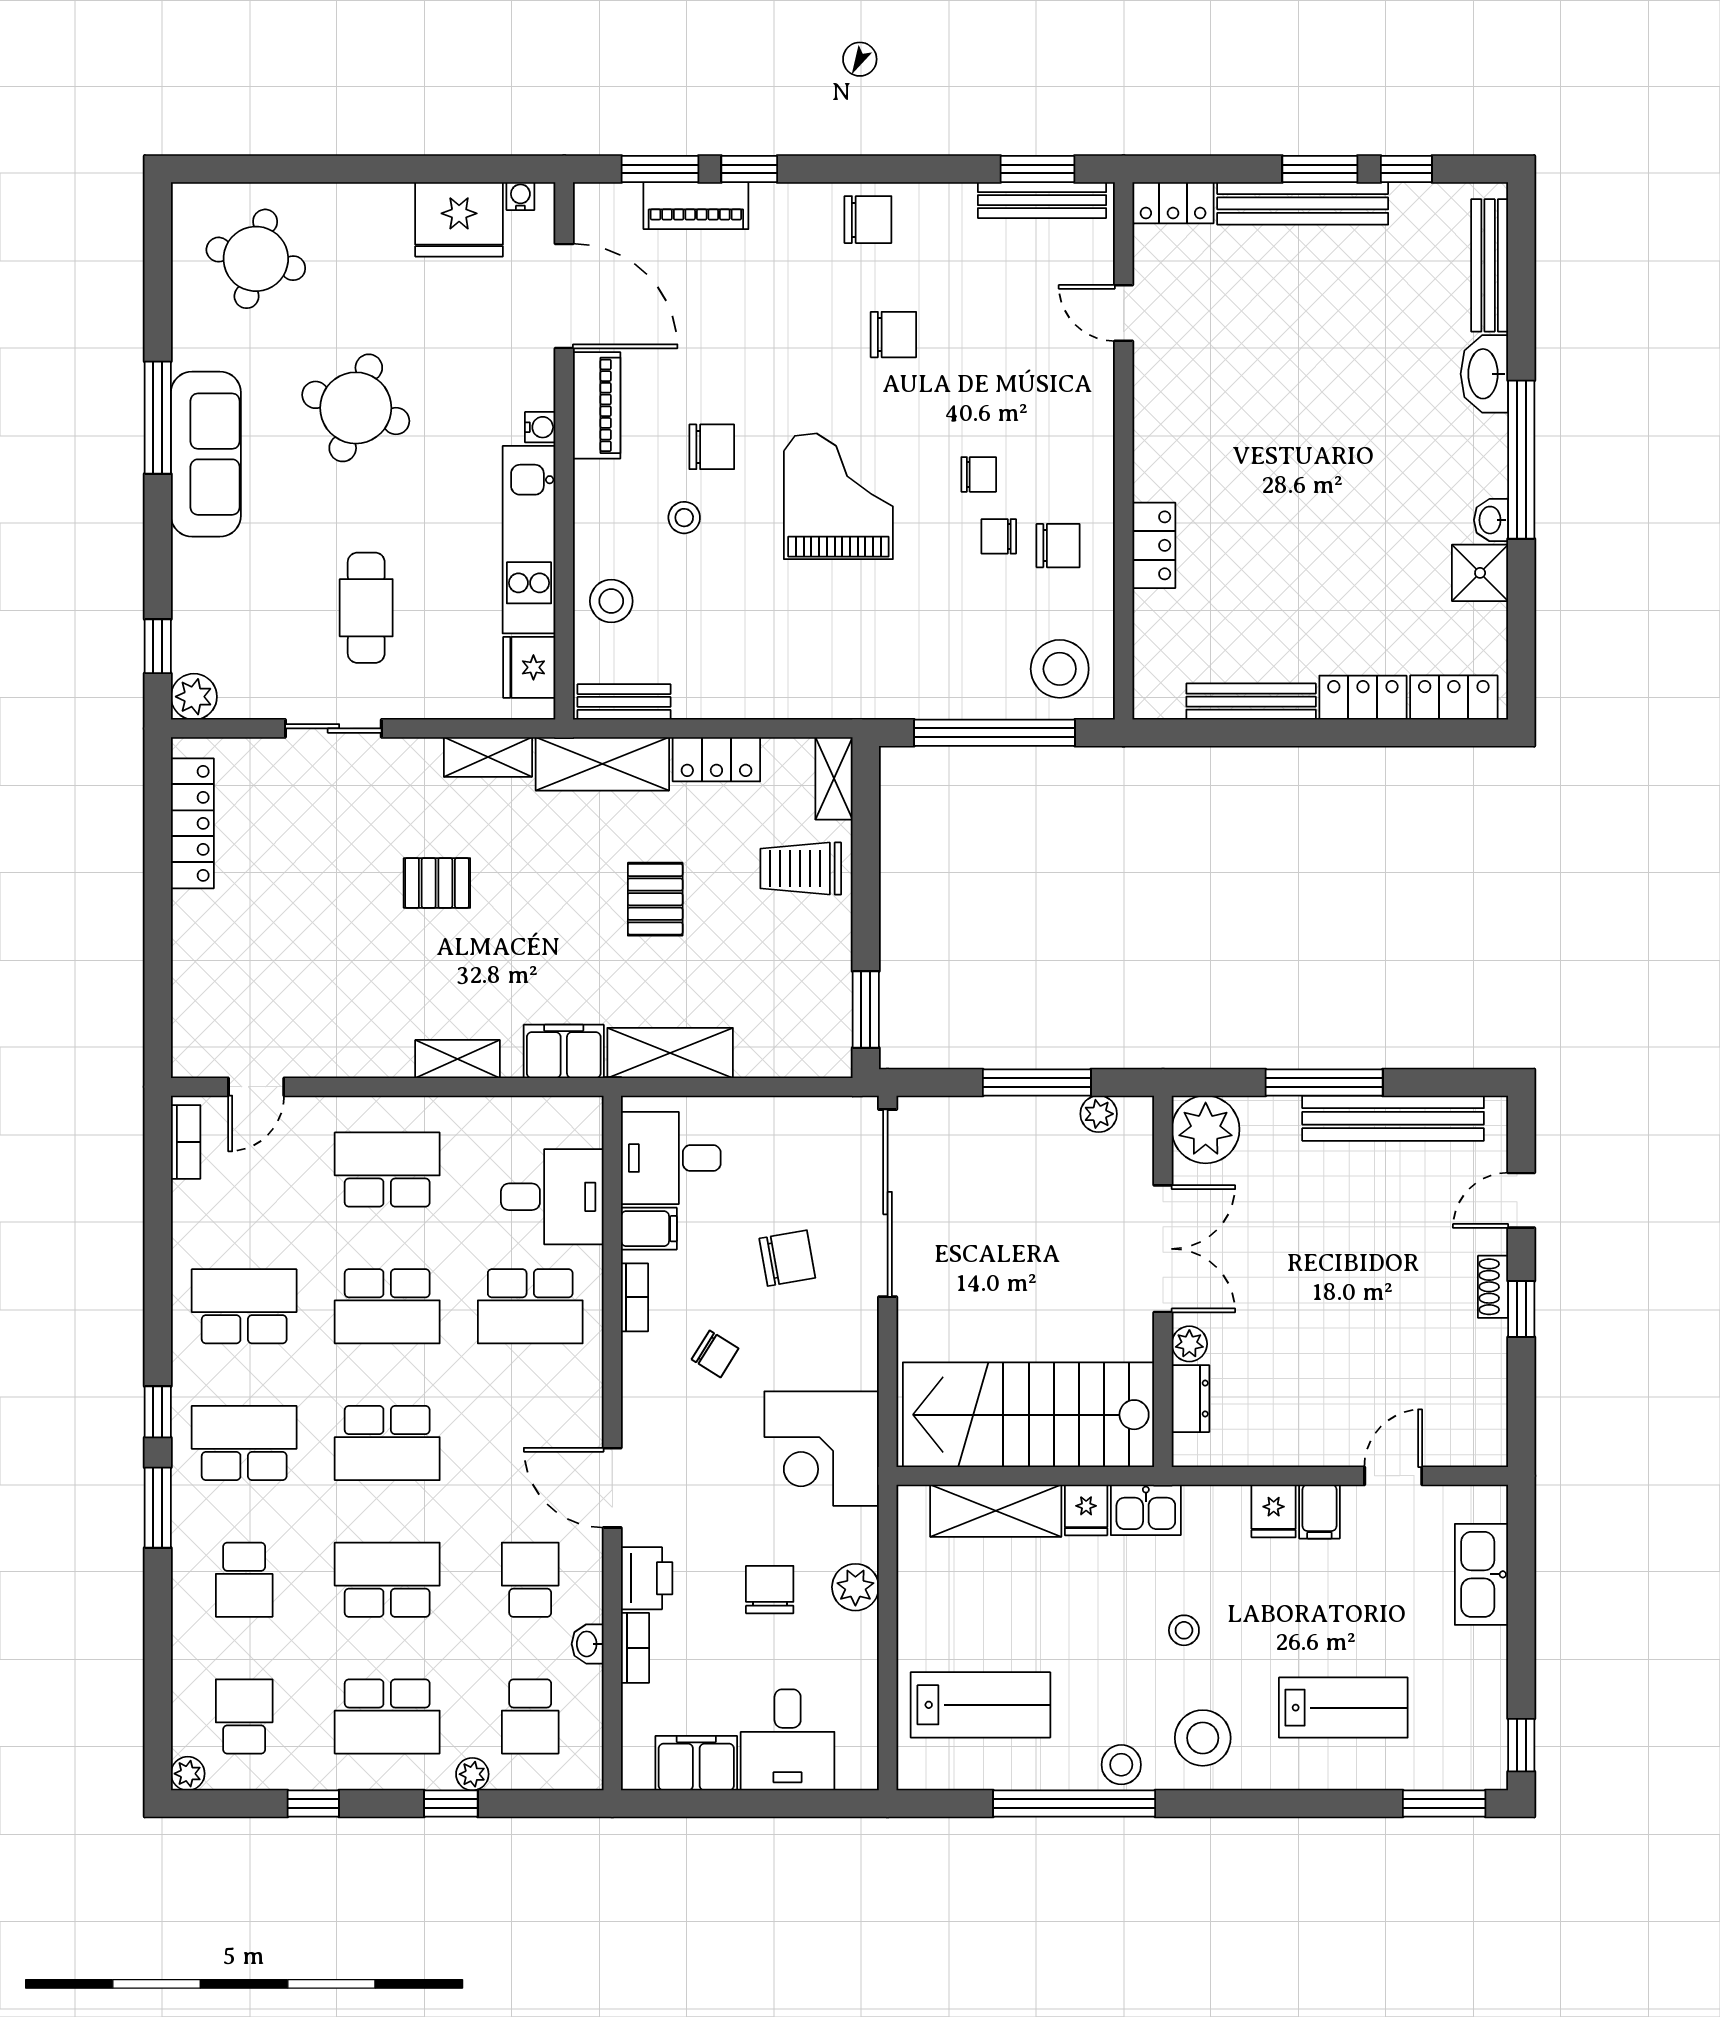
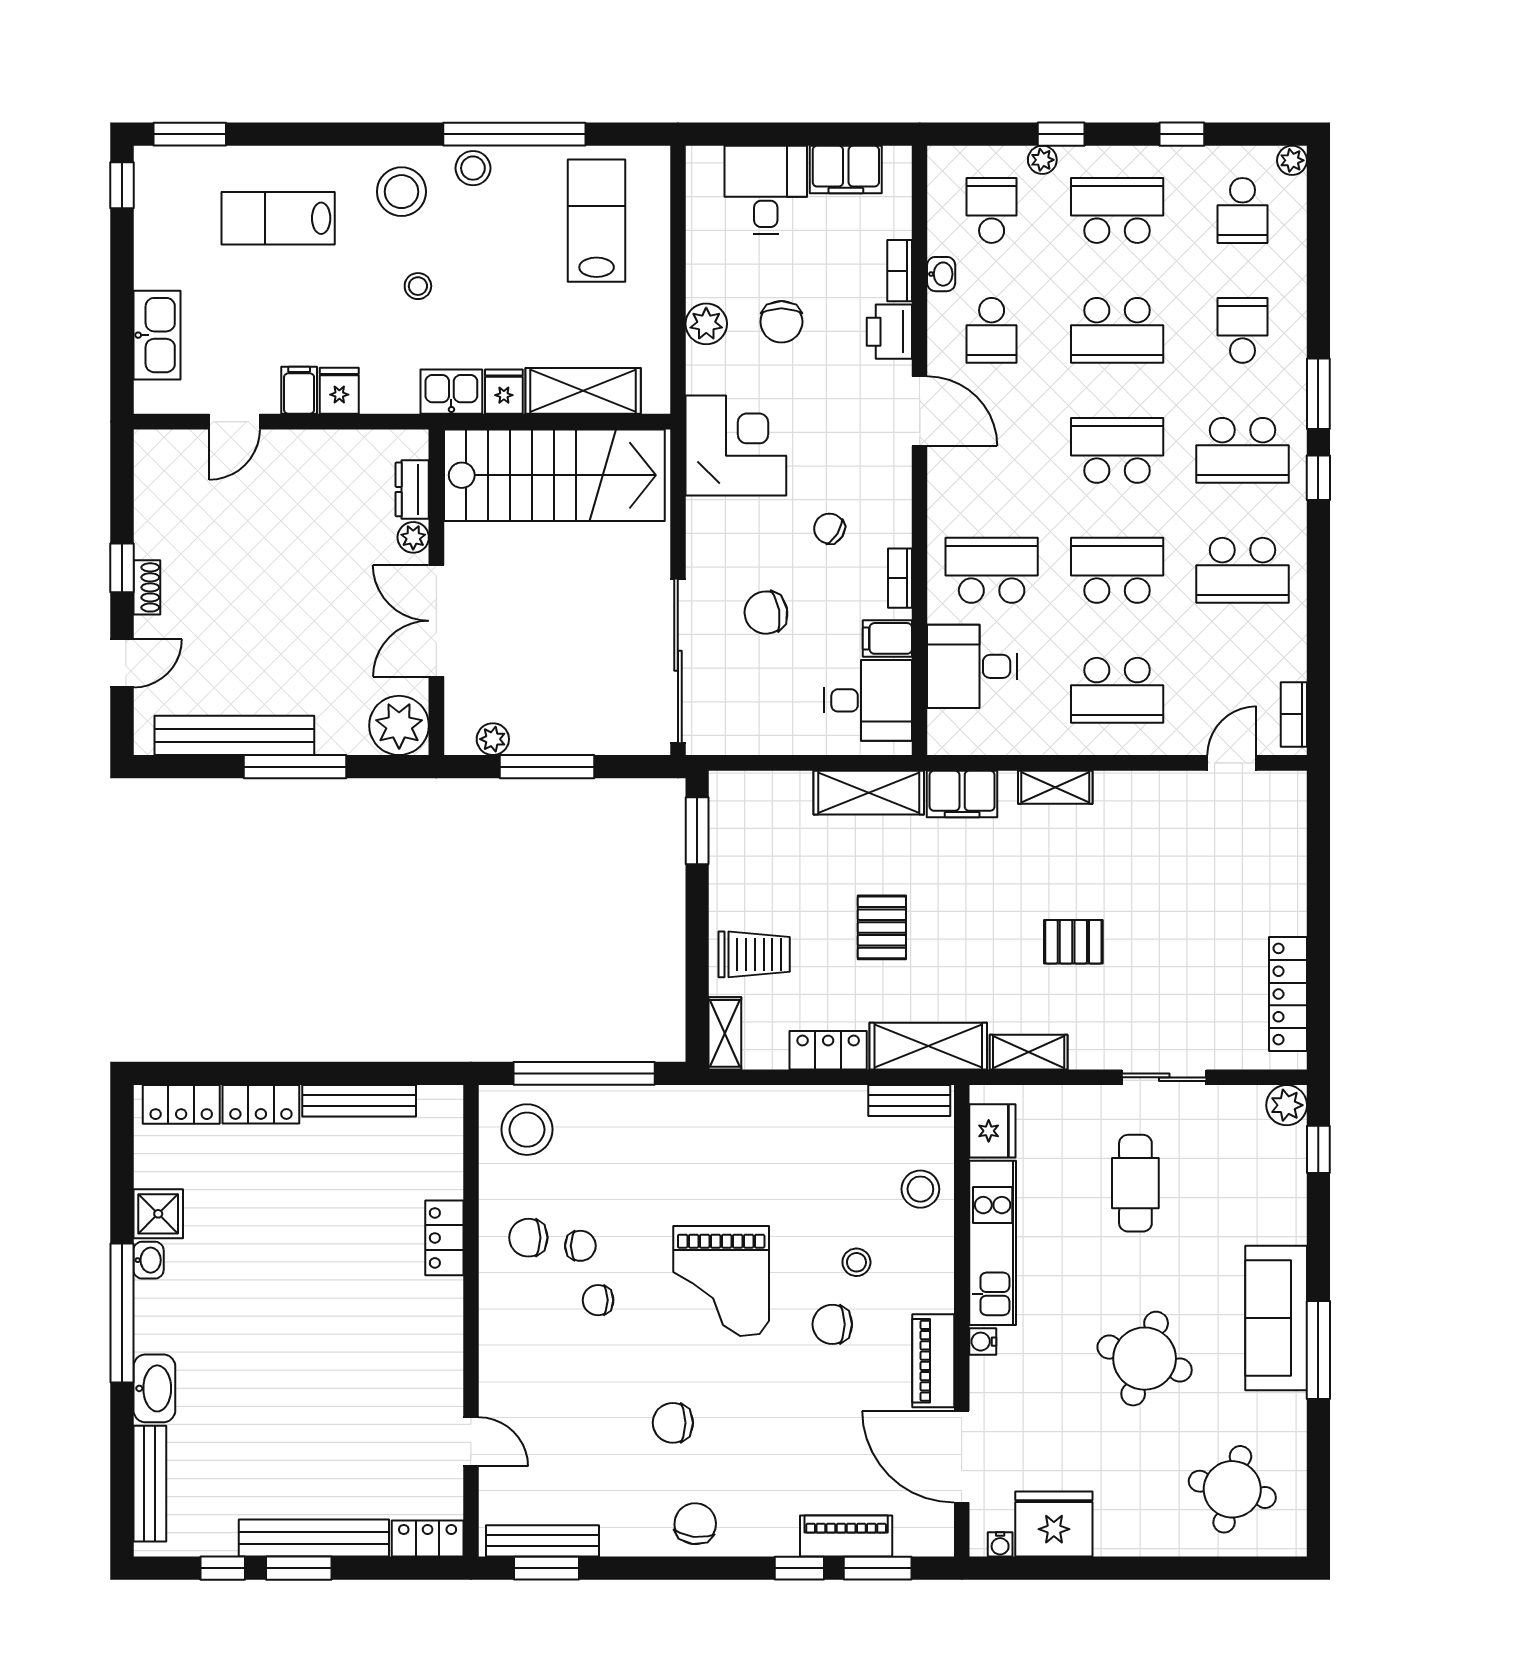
chair: (868, 220) -> (695, 1524), turned 97
lab bench: (980, 1705) -> (597, 221), turned 90

